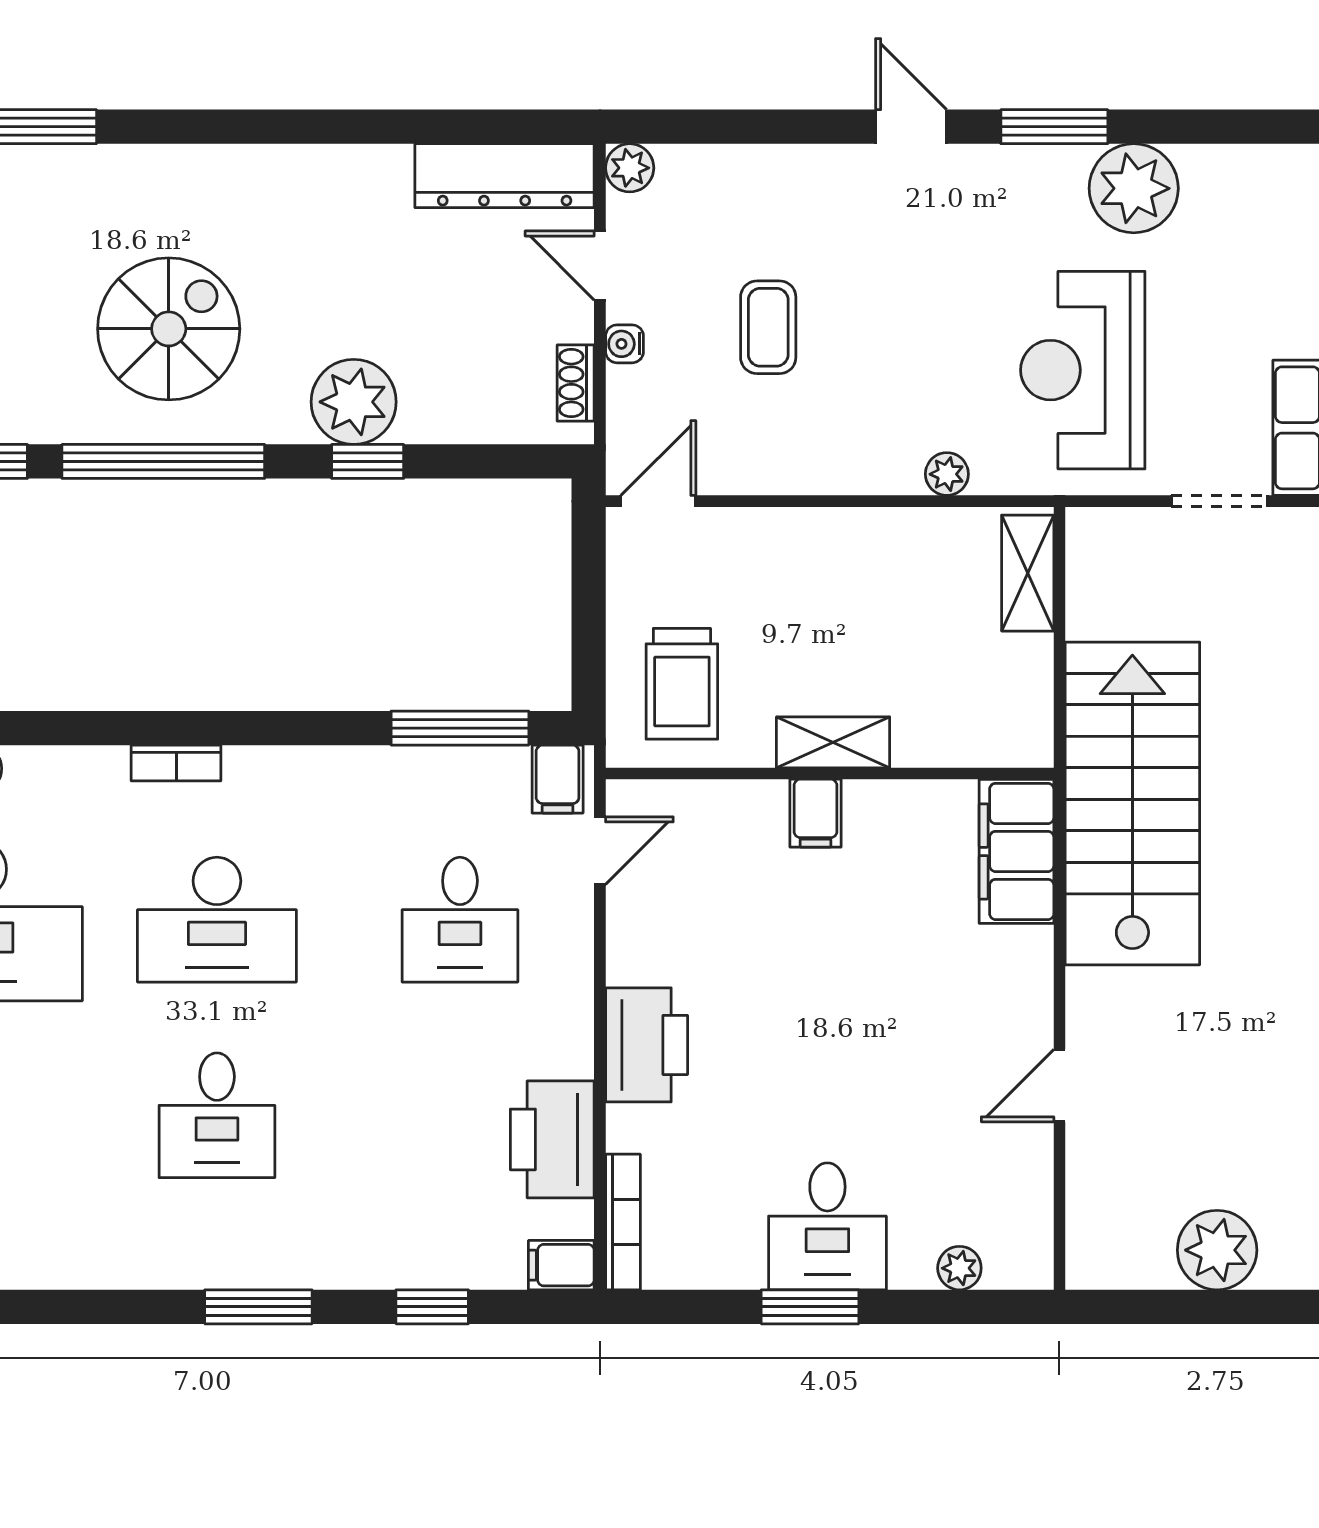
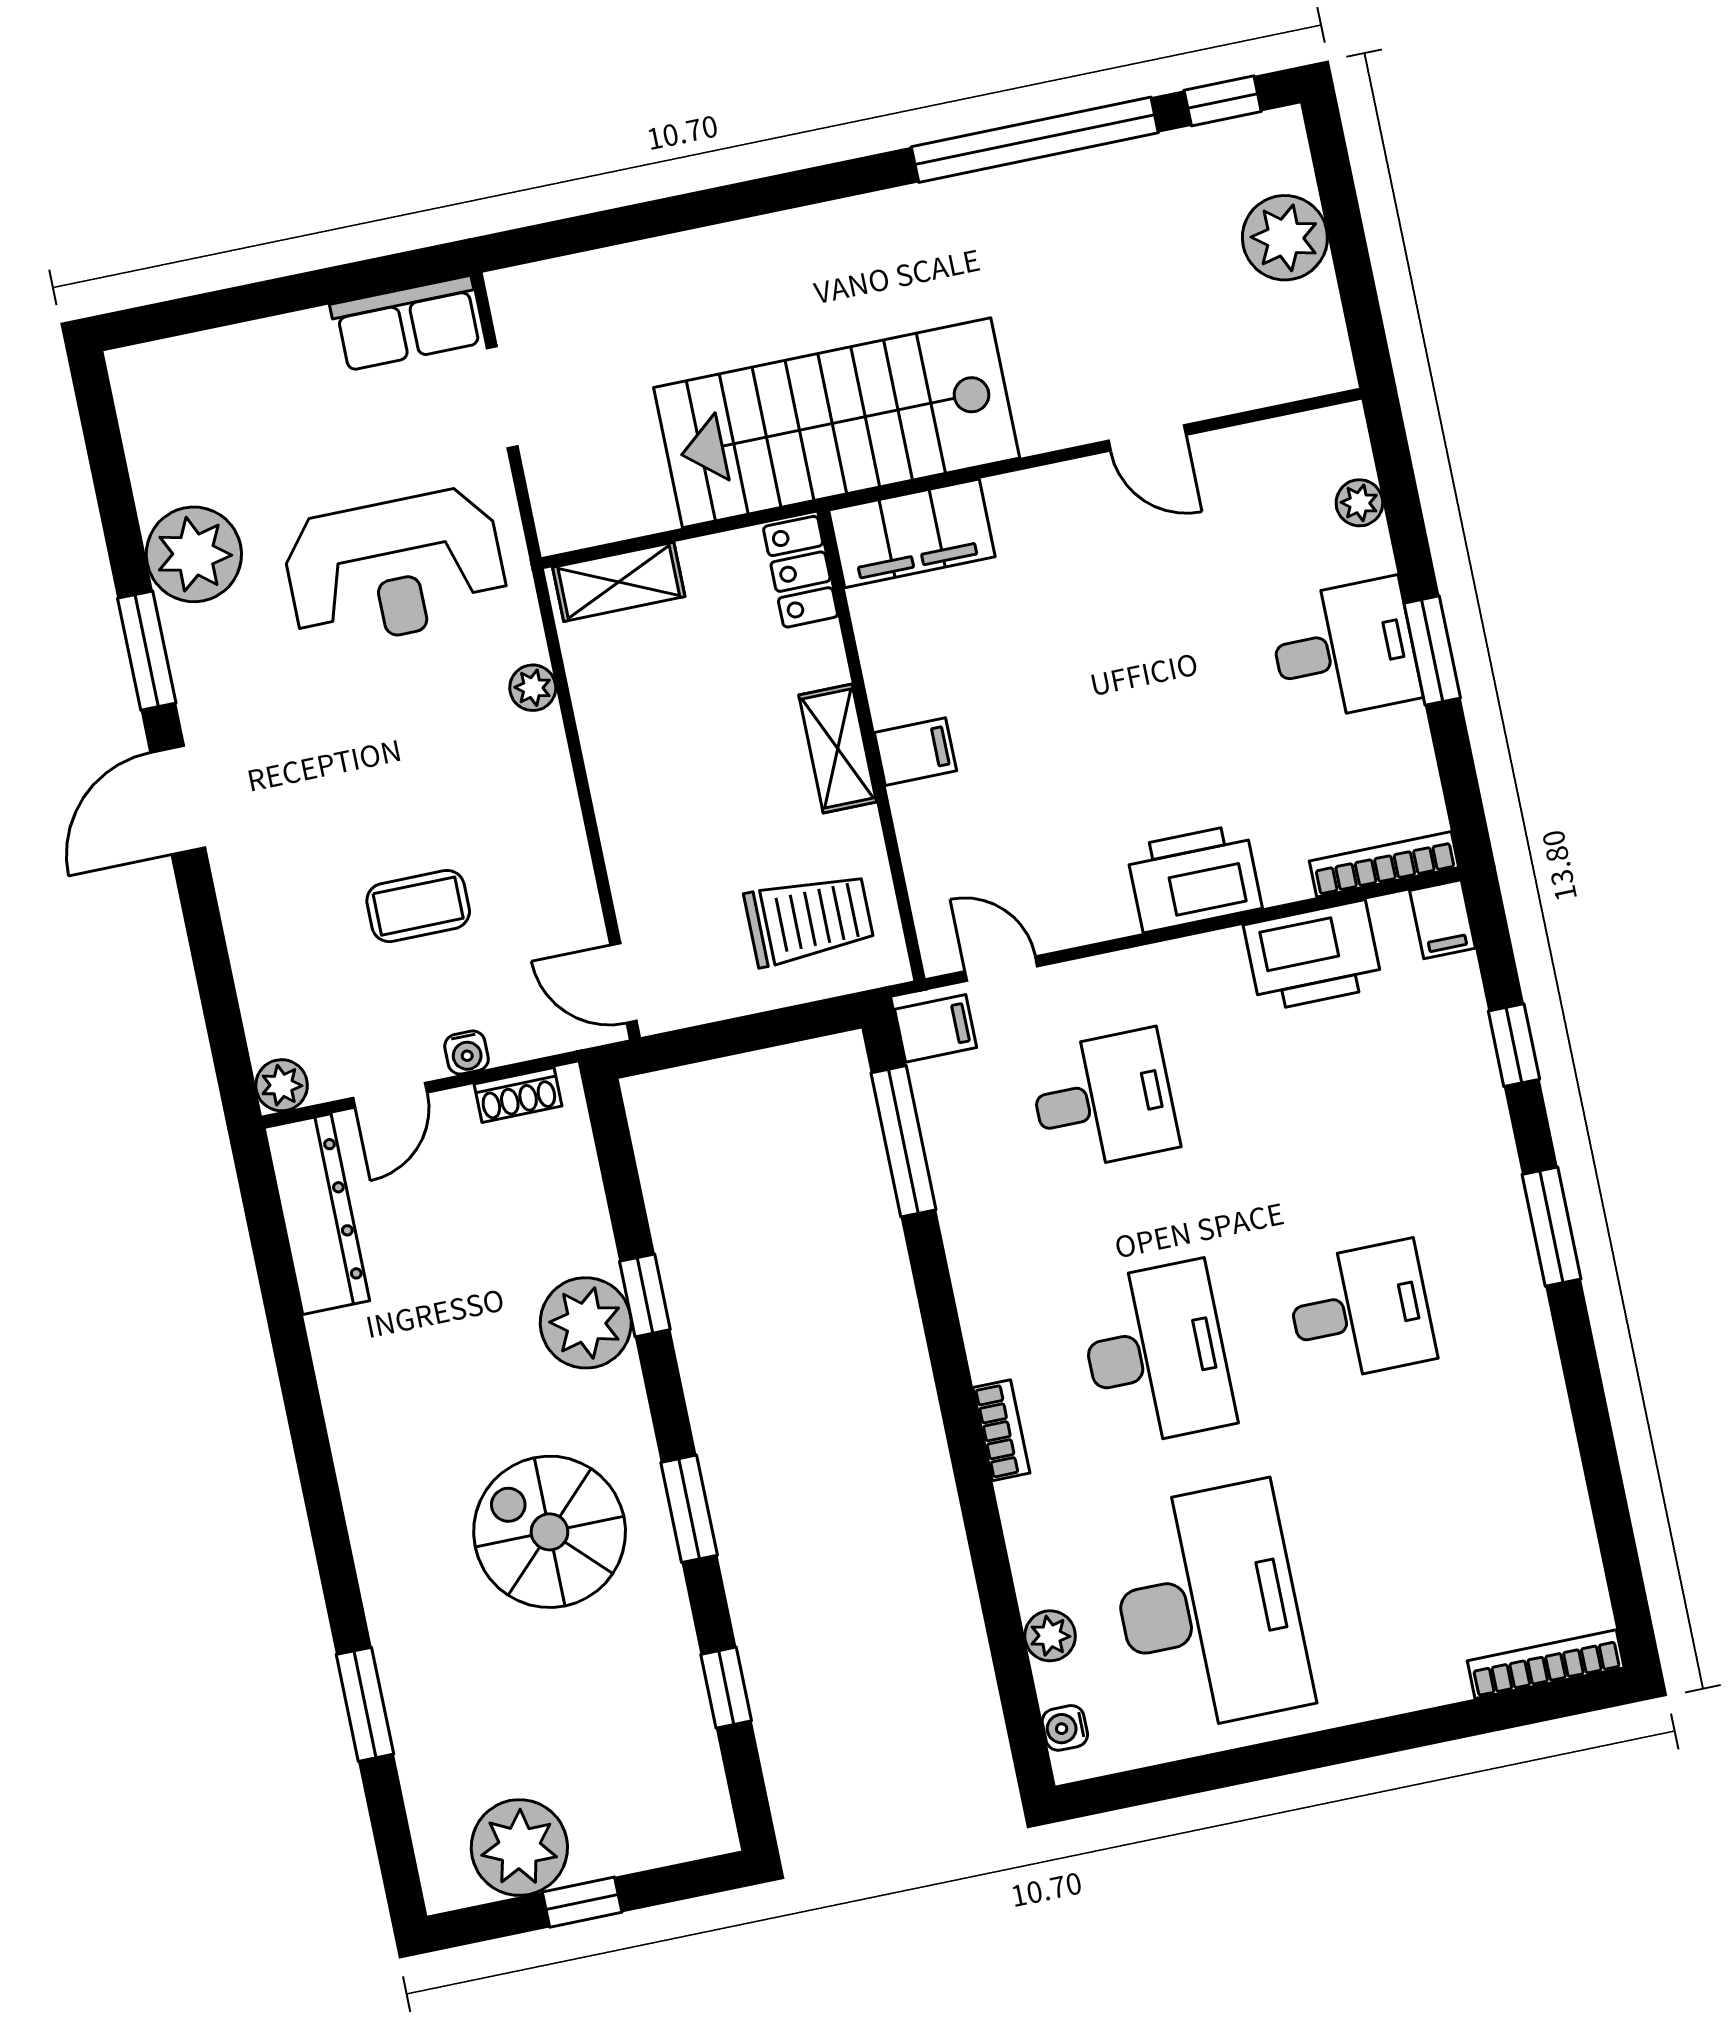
door: (911, 127) -> (178, 800), width x1.38
window: (163, 461) -> (689, 1509), width x0.47
locker: (1003, 742) -> (801, 572), added

